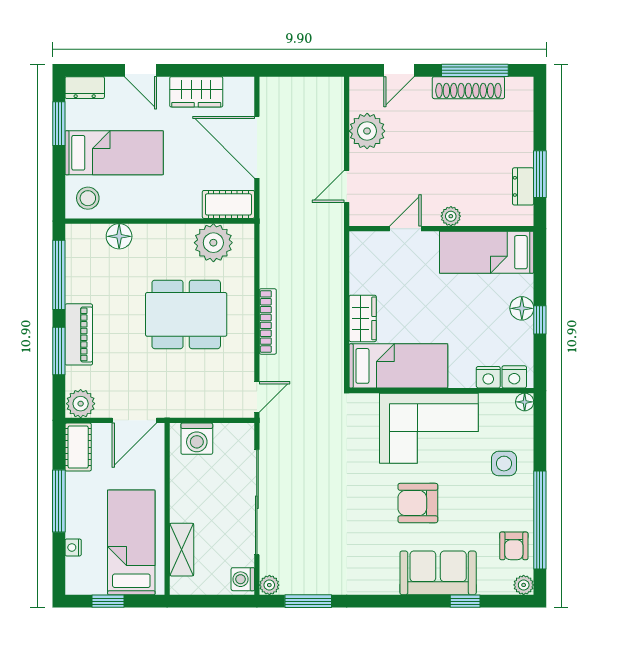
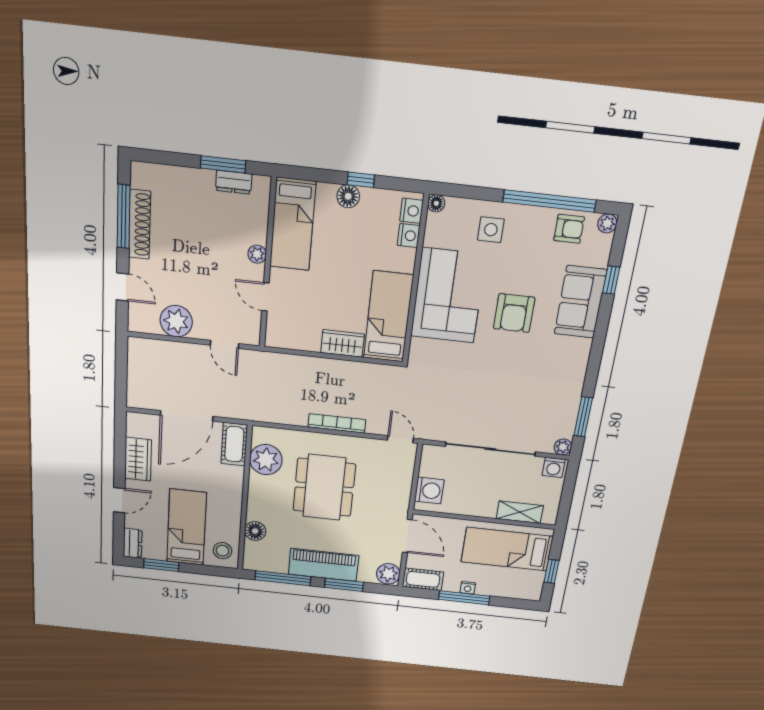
piano: (79, 334) -> (324, 565), width x1.37, depth x1.33
nightstand: (73, 547) -> (468, 588), moved

